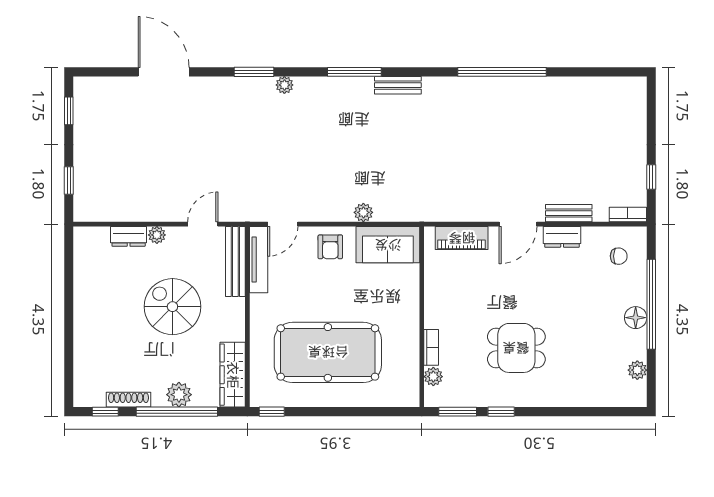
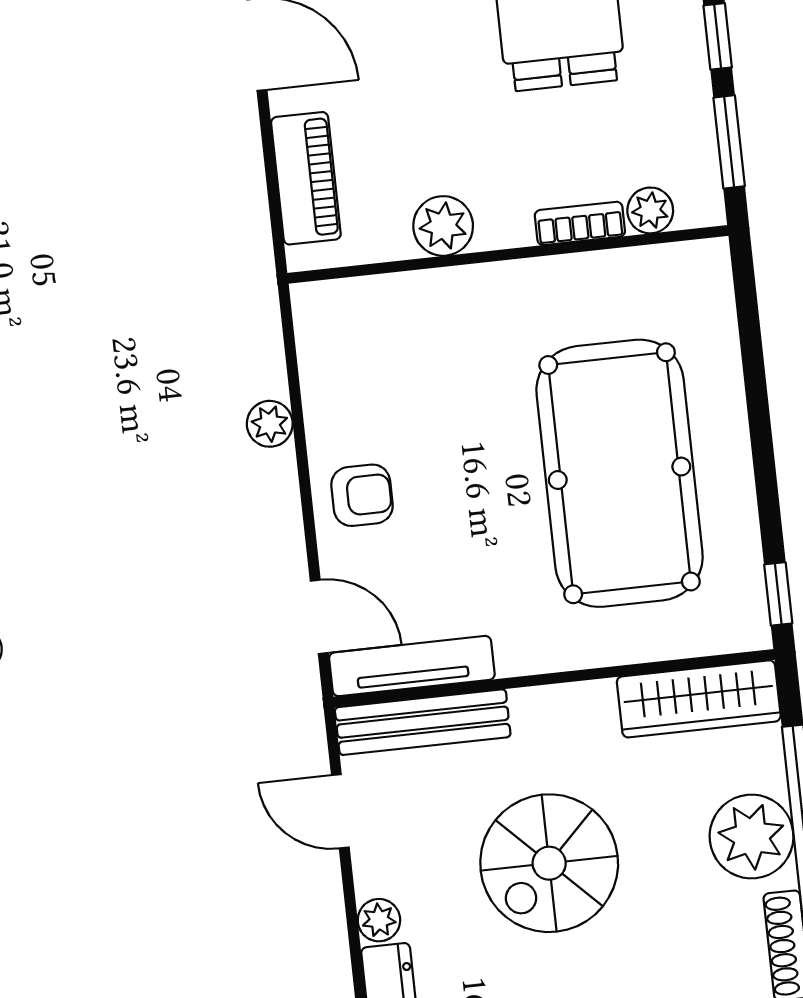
sofa: (388, 245) -> (341, 356), removed
plant: (436, 292) -> (443, 226), added
plant: (179, 395) -> (752, 837), width x1.36, depth x1.36

